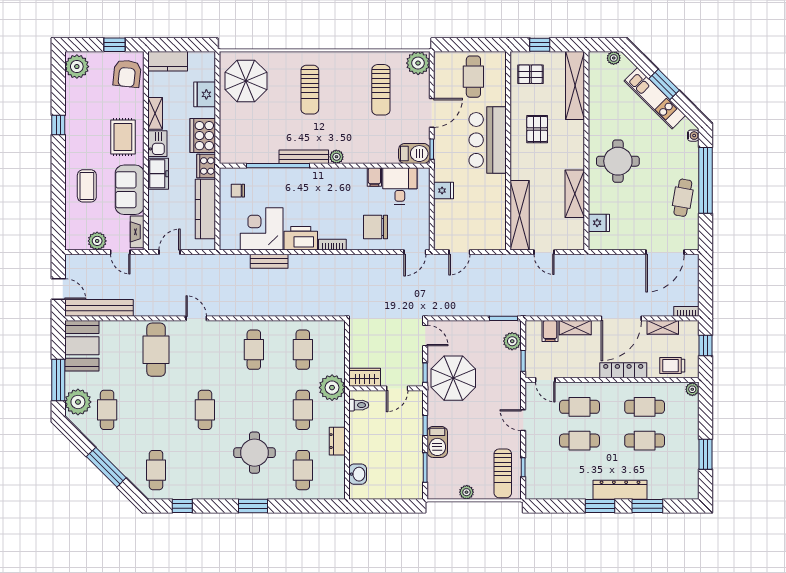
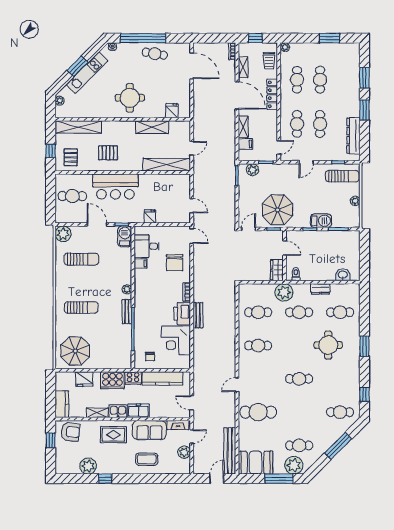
plant: (77, 67) -> (88, 466), moved
bench: (304, 157) -> (127, 312), width x0.73
bench: (269, 261) -> (198, 315), moved
dresser: (620, 490) -> (353, 136), moved

